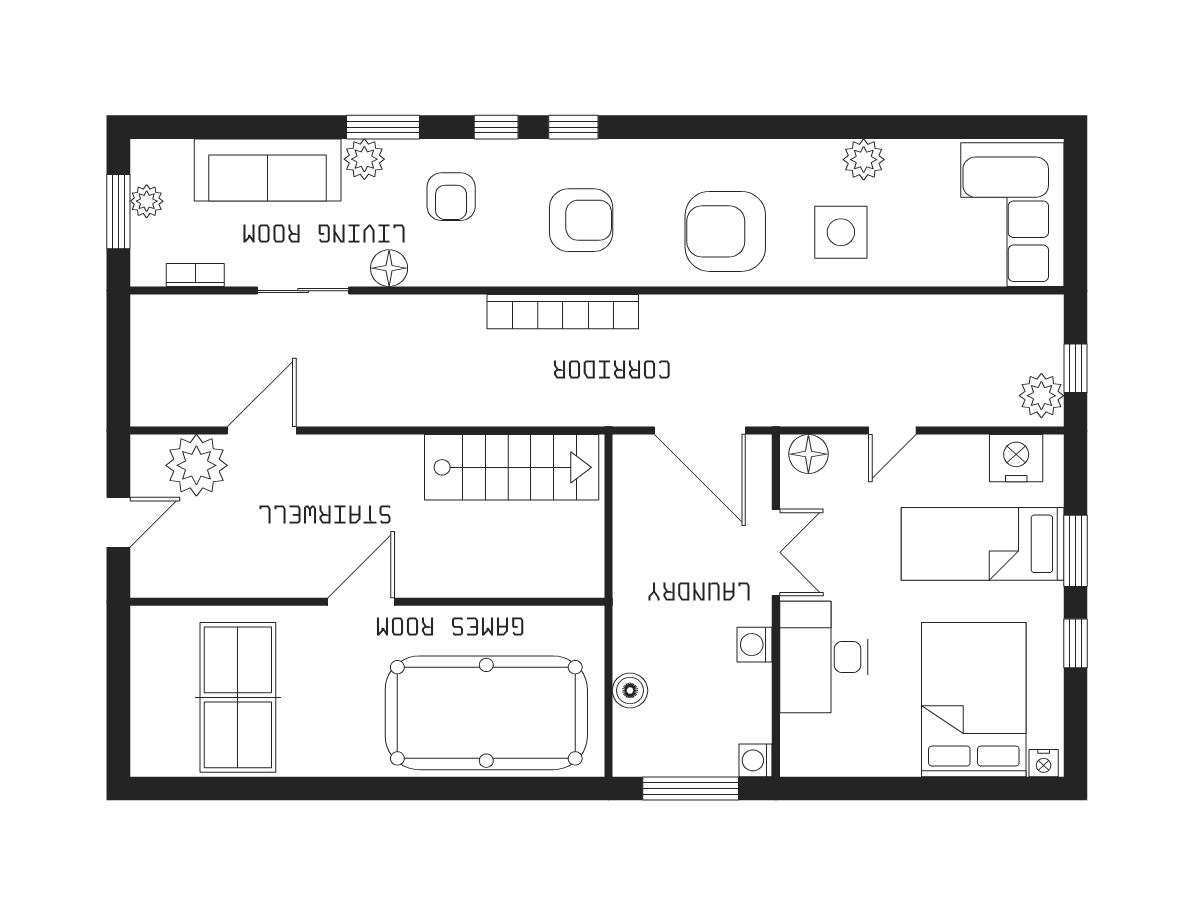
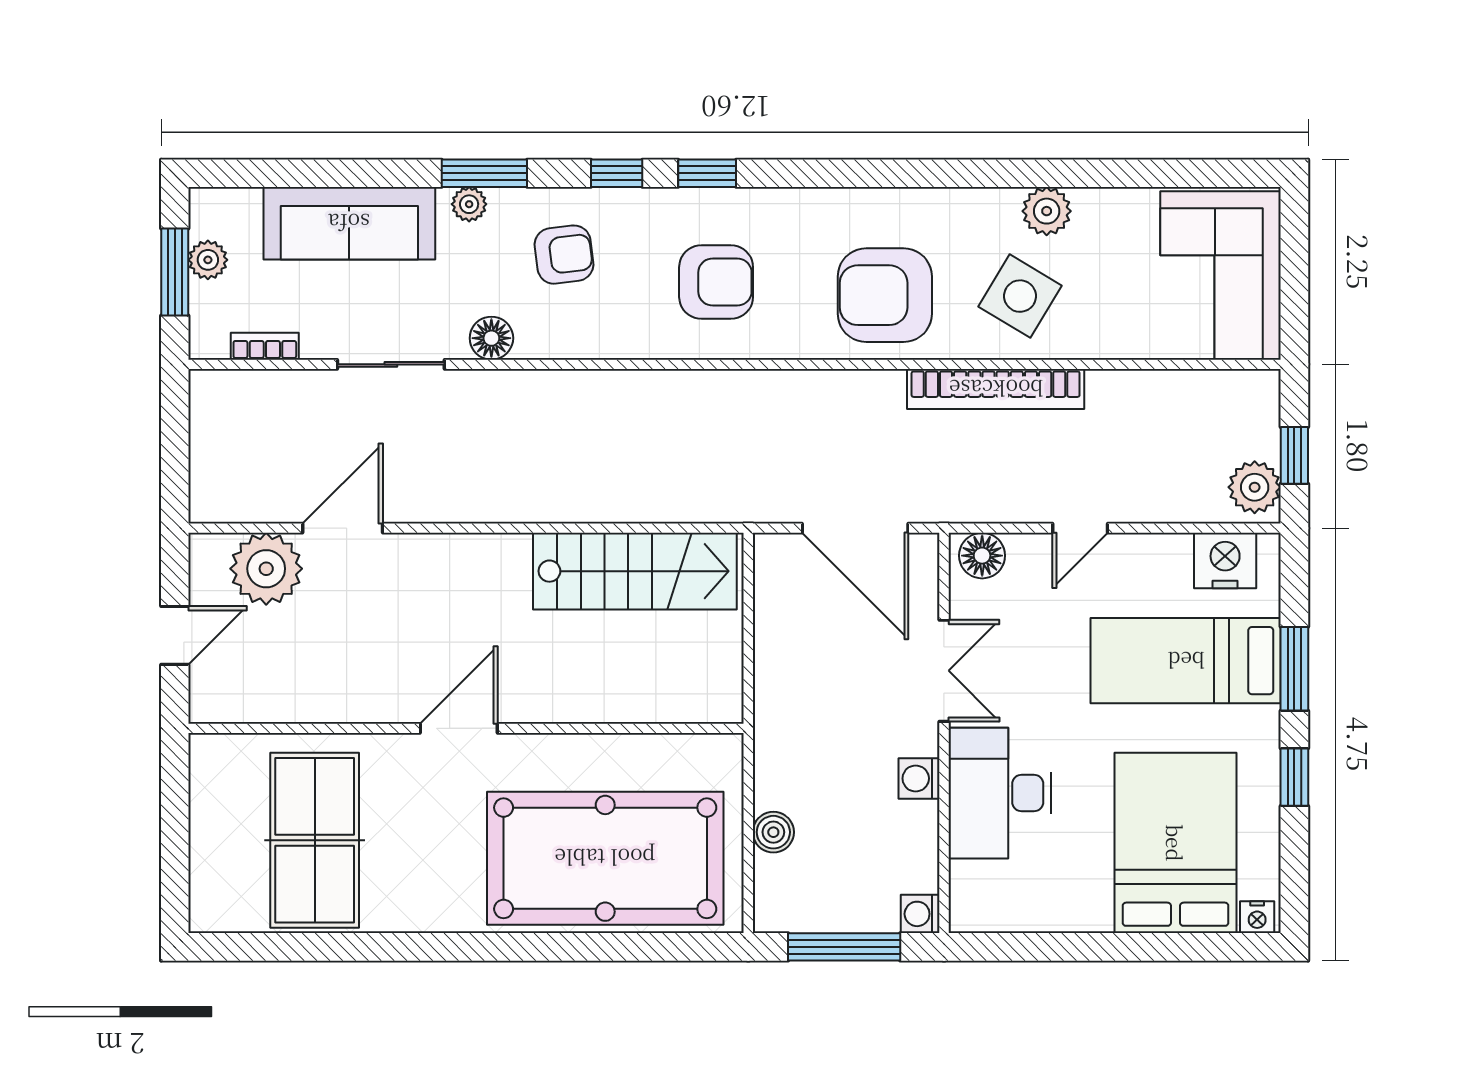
plant: (364, 159) -> (469, 204), width x0.73, depth x0.73
armchair: (451, 197) -> (564, 255), turned -97
side table: (841, 232) -> (1020, 296), turned 31
bookcase: (563, 312) -> (996, 389), moved

